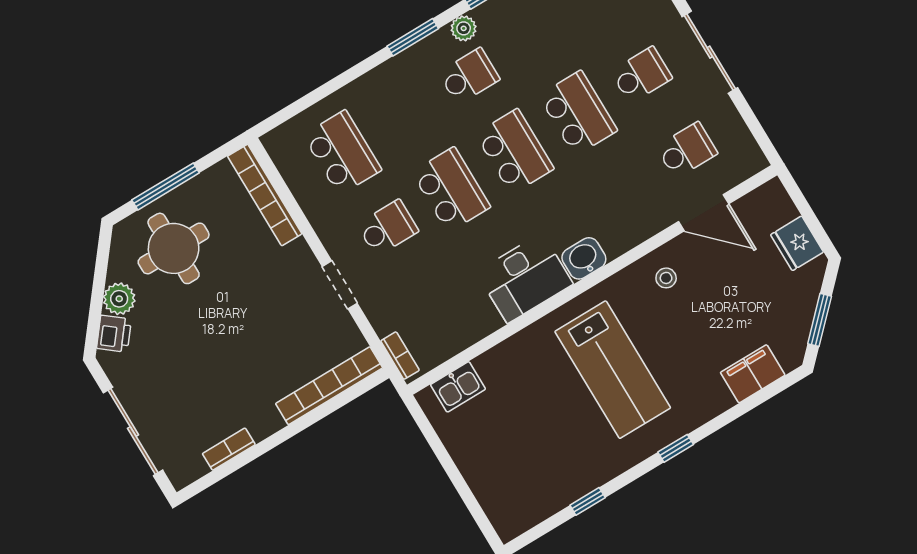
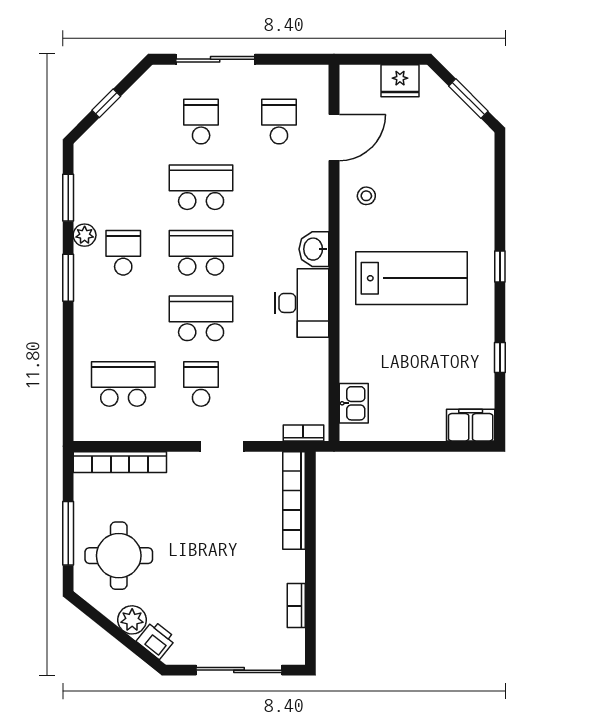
filing cabinet: (753, 374) -> (471, 425), moved, turned 90

